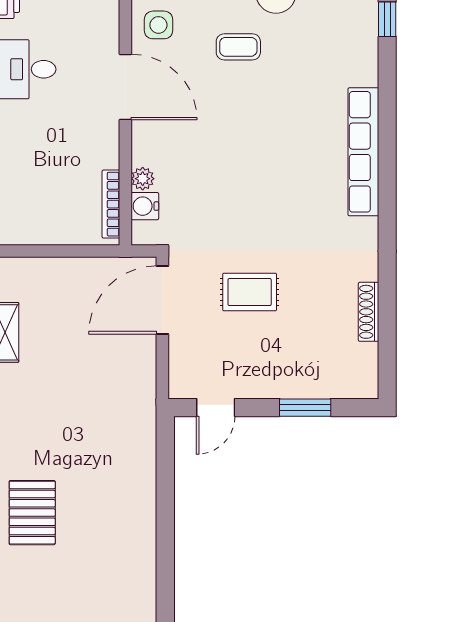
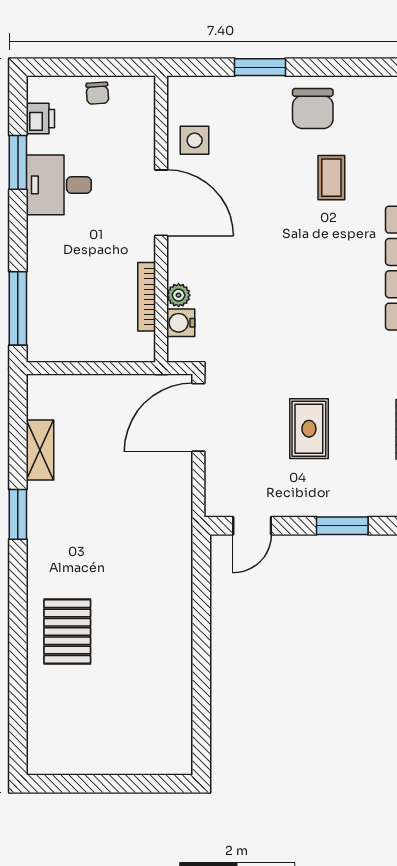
coffee table: (238, 47) -> (331, 178), moved, turned 90
bookcase: (111, 204) -> (147, 297), moved
rug: (250, 292) -> (309, 429), moved, turned 90

